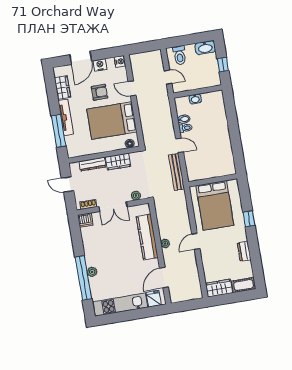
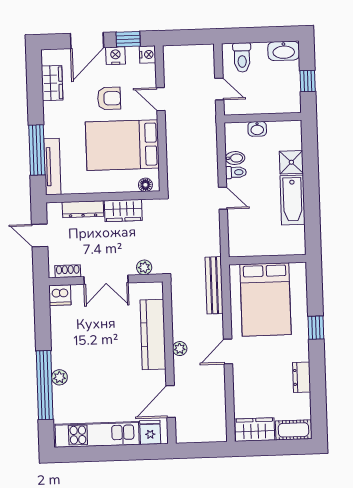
window: (106, 53) -> (128, 39), added
tv unit: (66, 117) -> (52, 167), moved
shower: (219, 117) -> (291, 162), added
bathtub: (223, 141) -> (293, 200), added
bench: (177, 172) -> (214, 285), moved

